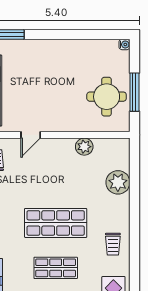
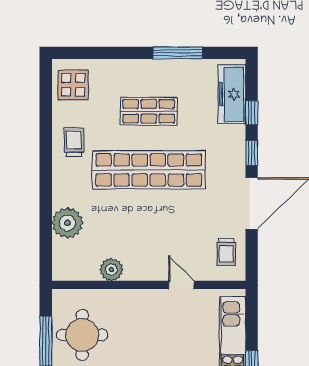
door: (31, 135) -> (181, 285), hinge flipped
shop shelf: (56, 223) -> (149, 170), width x1.40

